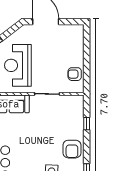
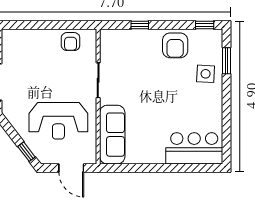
armchair: (72, 149) -> (175, 45), turned 90

